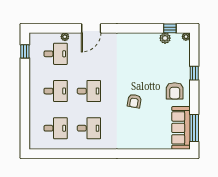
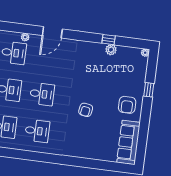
window: (170, 28) -> (109, 40), moved
plant: (165, 38) -> (111, 50), moved
window: (194, 128) -> (142, 144), removed

